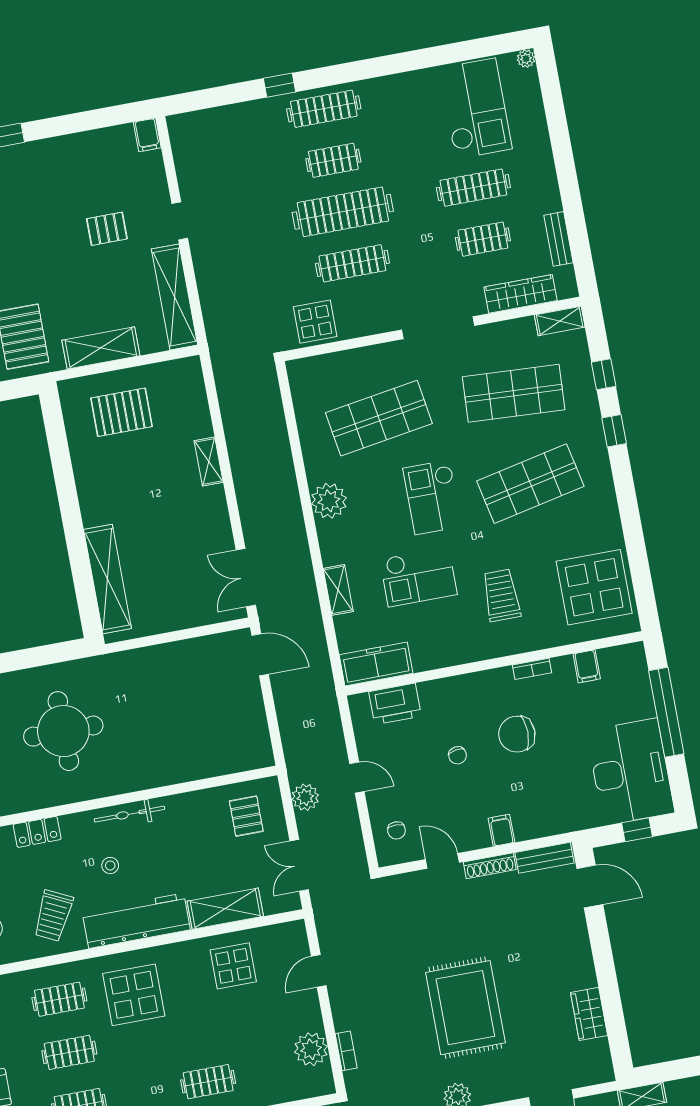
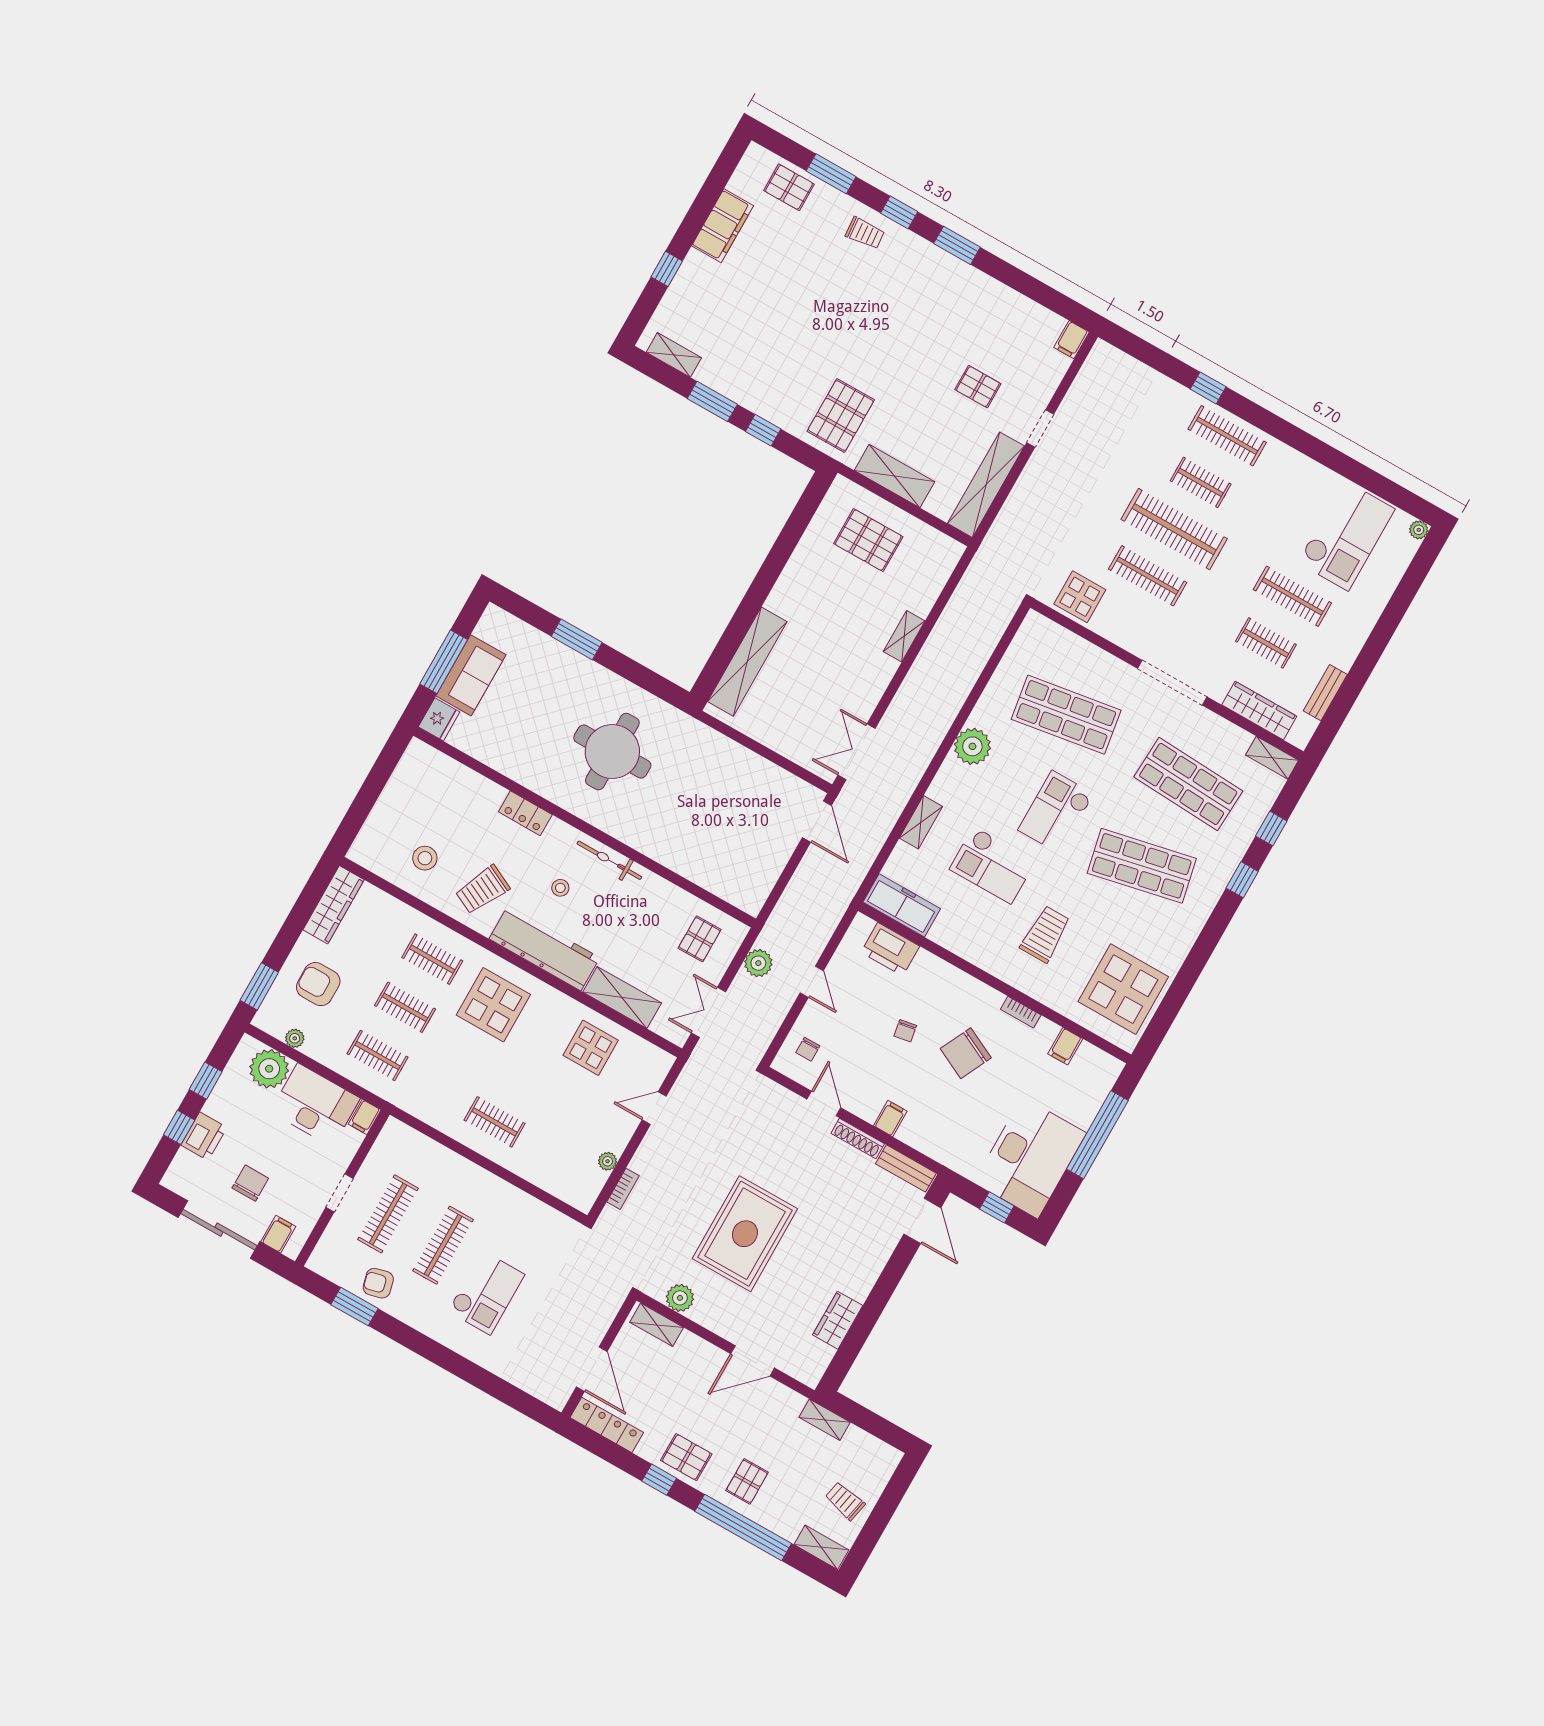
chair: (517, 734) -> (966, 1053), turned -64
plant: (311, 1049) -> (608, 1161), width x0.53, depth x0.53

